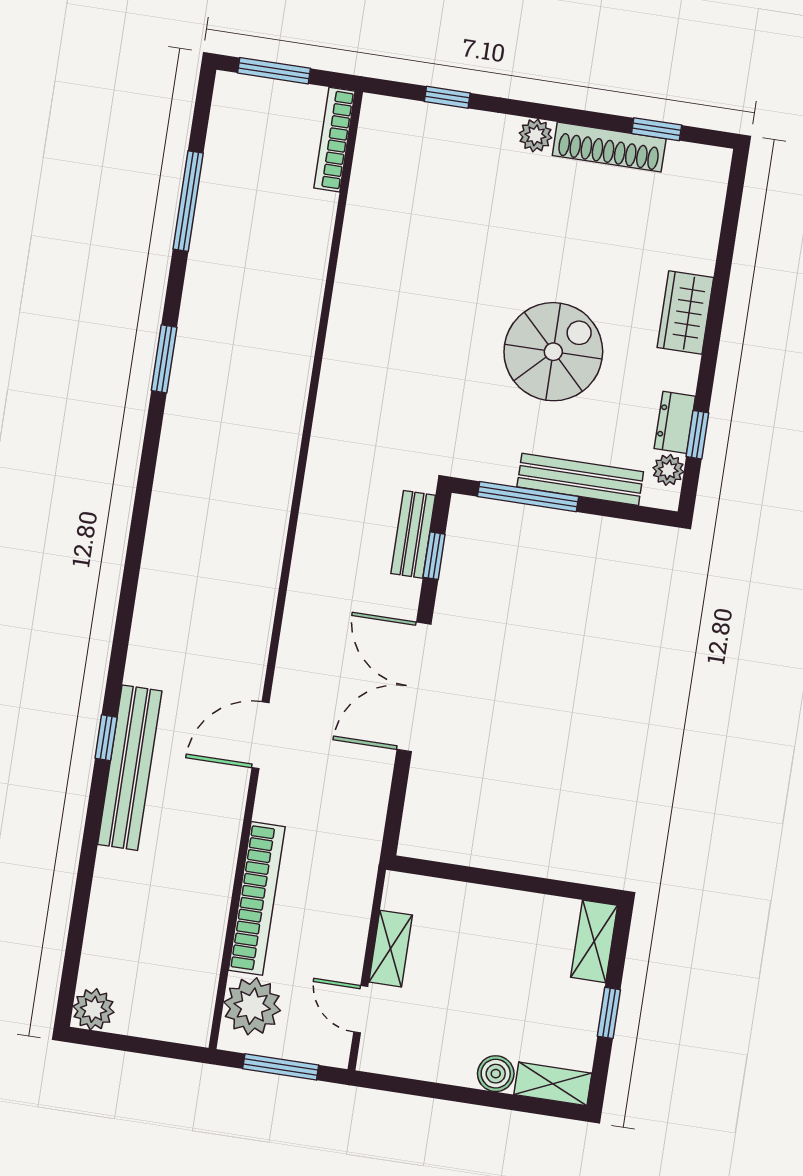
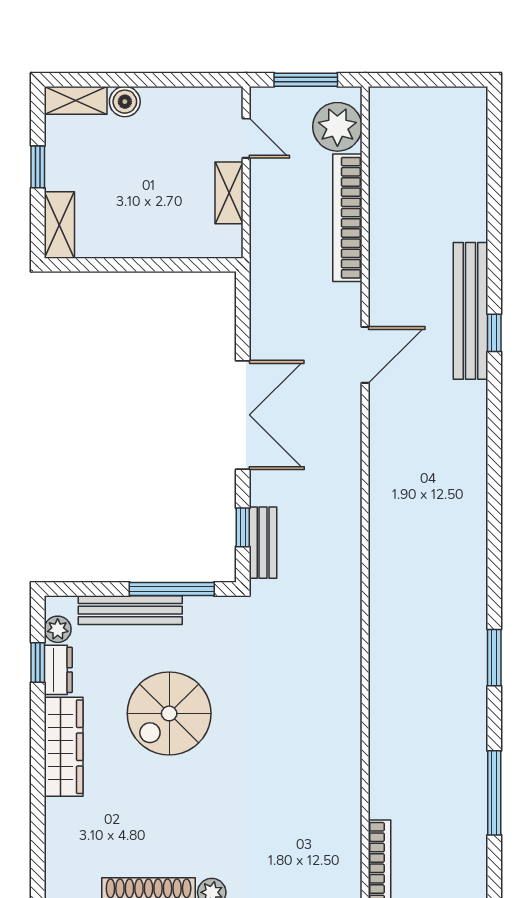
wardrobe: (685, 312) -> (64, 747), width x1.50
plant: (93, 1009) -> (470, 104), removed

